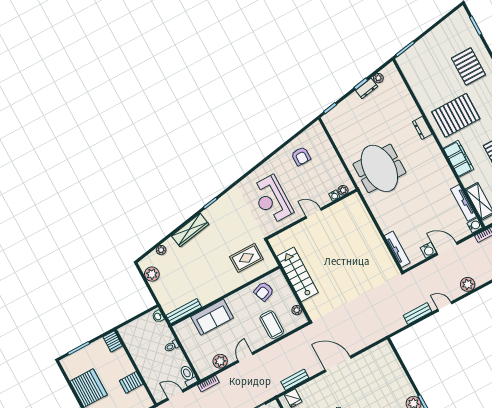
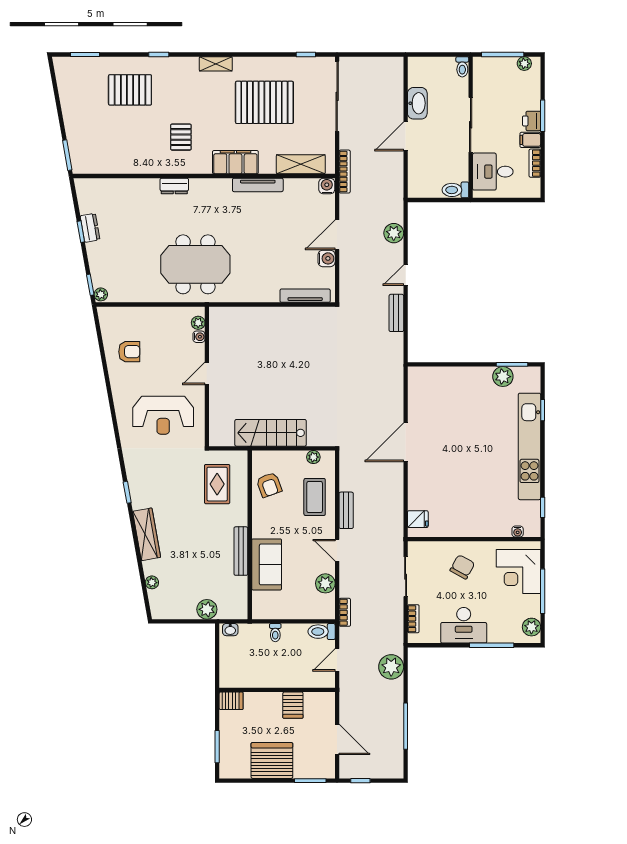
plant: (378, 78) -> (101, 294), moved
pallet: (456, 115) -> (181, 137), width x0.49, depth x0.50
tv unit: (464, 203) -> (258, 185), moved
plant: (152, 274) -> (207, 609), moved
bench: (184, 311) -> (241, 551), moved
coffee table: (272, 325) -> (315, 497), turned 90
bench: (295, 380) -> (346, 510), moved

